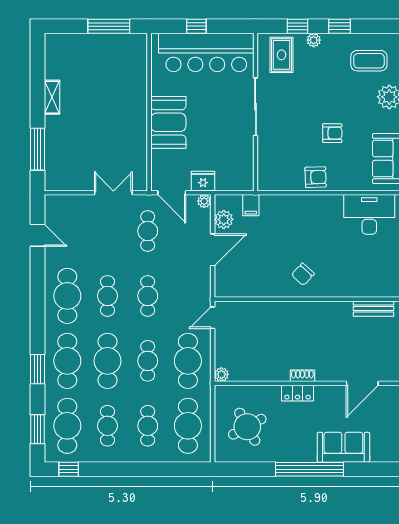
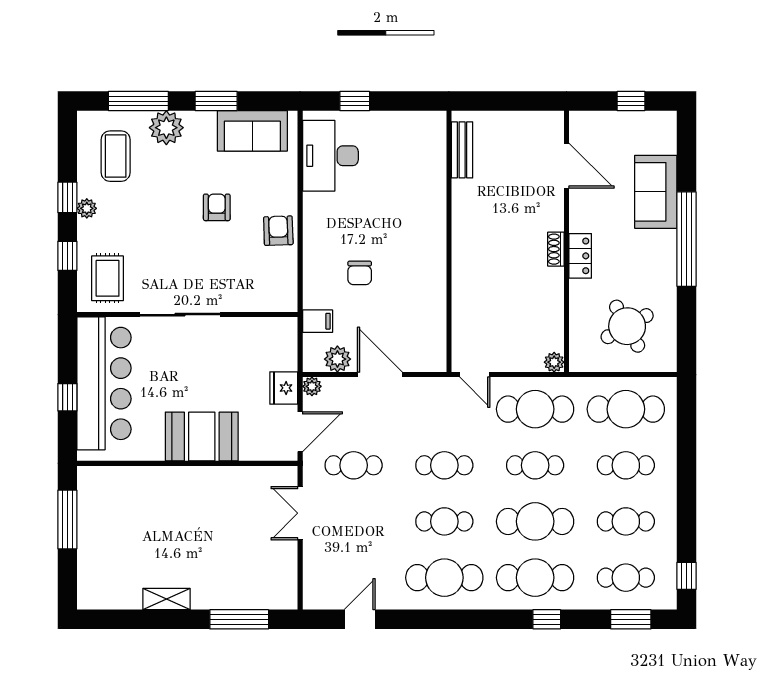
plant: (314, 40) -> (87, 208), moved
rug: (282, 55) -> (108, 278), turned 90
chair: (303, 274) -> (360, 273), moved, turned 47
window: (37, 369) -> (547, 619), width x0.67
cafe table: (67, 426) -> (626, 578), width x0.73, depth x0.74

